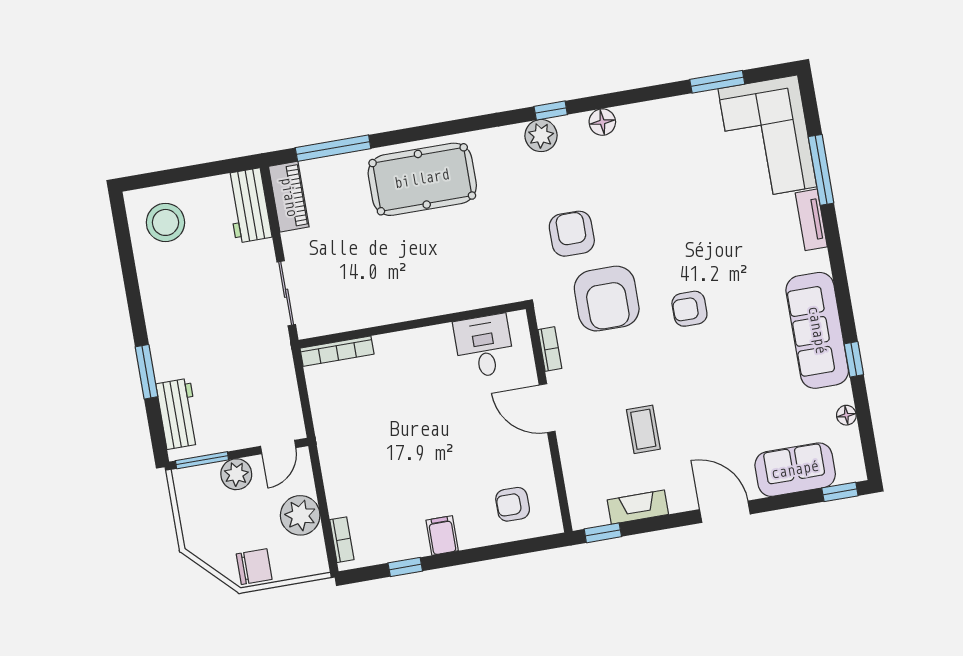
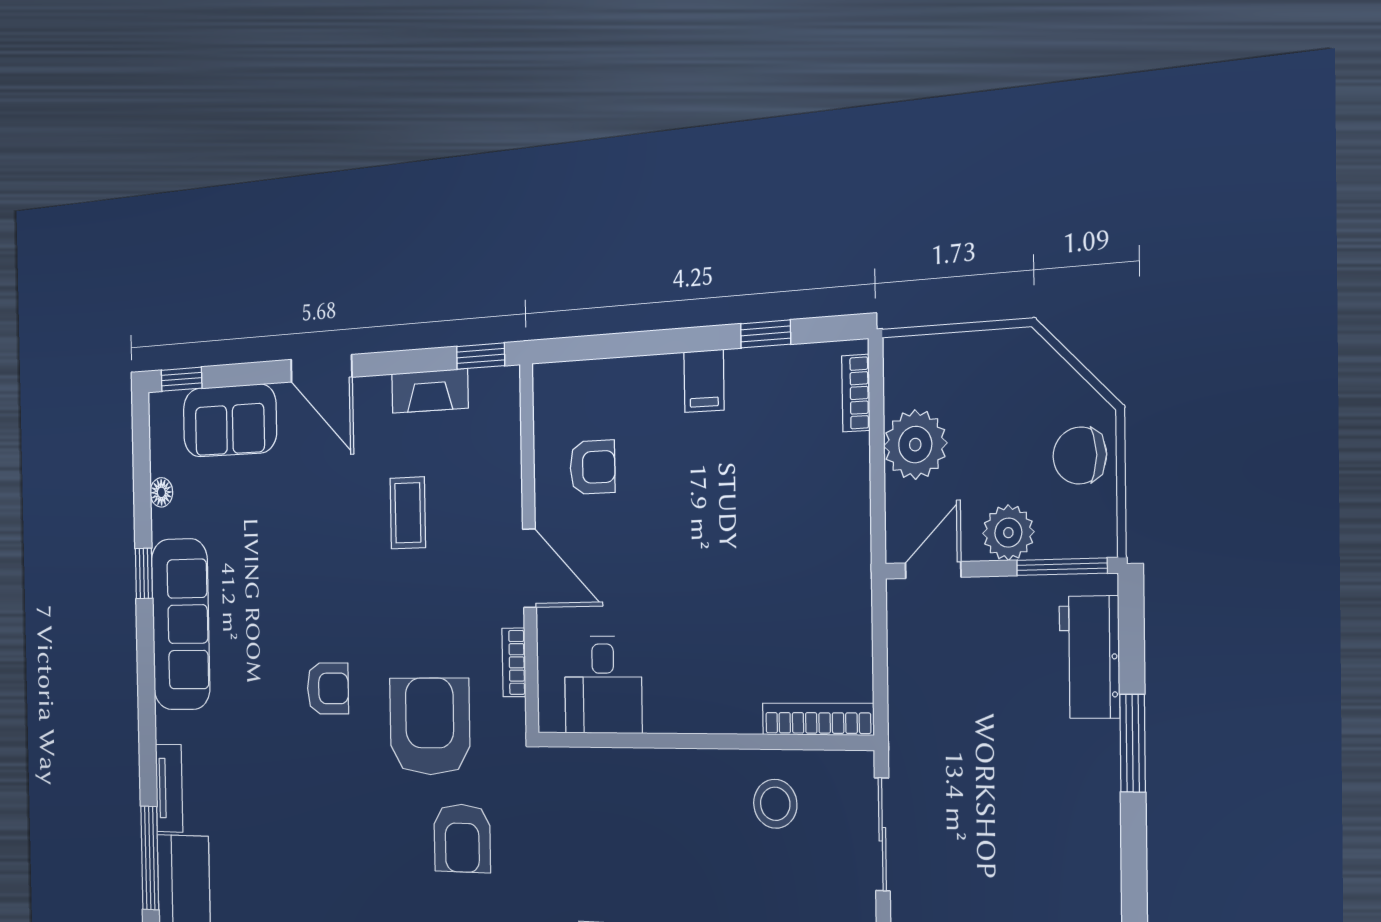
stool: (357, 297) -> (775, 804), added
armchair: (513, 504) -> (592, 467), moved
chair: (254, 567) -> (1080, 455), moved

